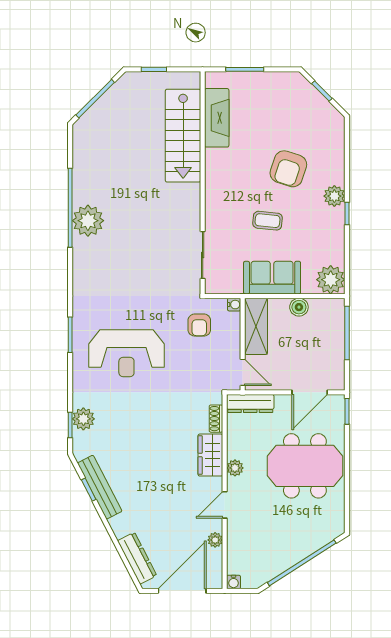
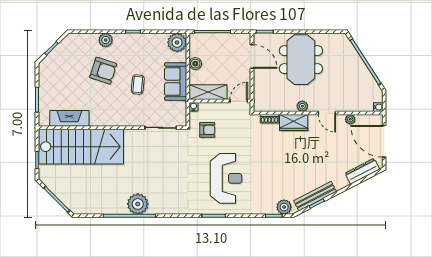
stairs: (183, 136) -> (81, 147), width x1.36, depth x1.51
plant: (334, 196) -> (106, 40), moved
dresser: (250, 404) -> (259, 96), removed
plant: (83, 419) -> (284, 207), moved

